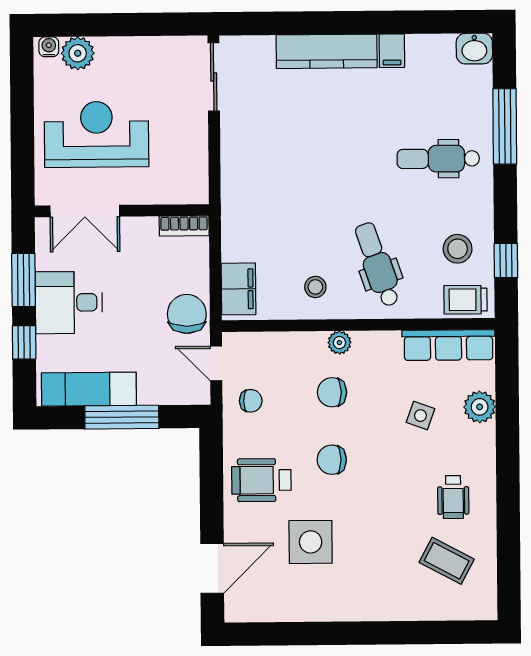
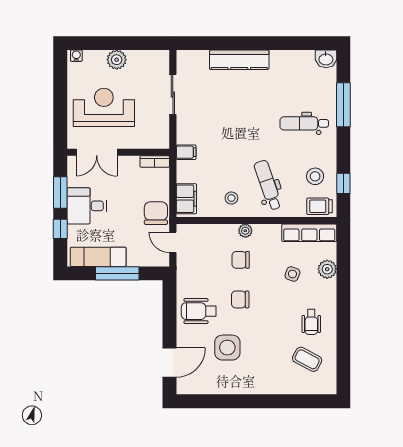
filing cabinet: (392, 51) -> (186, 152), moved, turned -90
plant: (78, 53) -> (117, 60), moved
sliding door: (214, 77) -> (173, 95), moved
chair: (251, 401) -> (193, 264), removed

